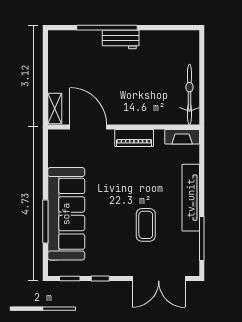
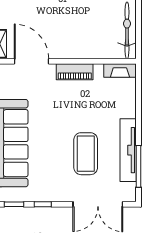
tv unit: (191, 198) -> (128, 150), moved
coffee table: (146, 225) -> (86, 154), width x1.36, depth x1.32

